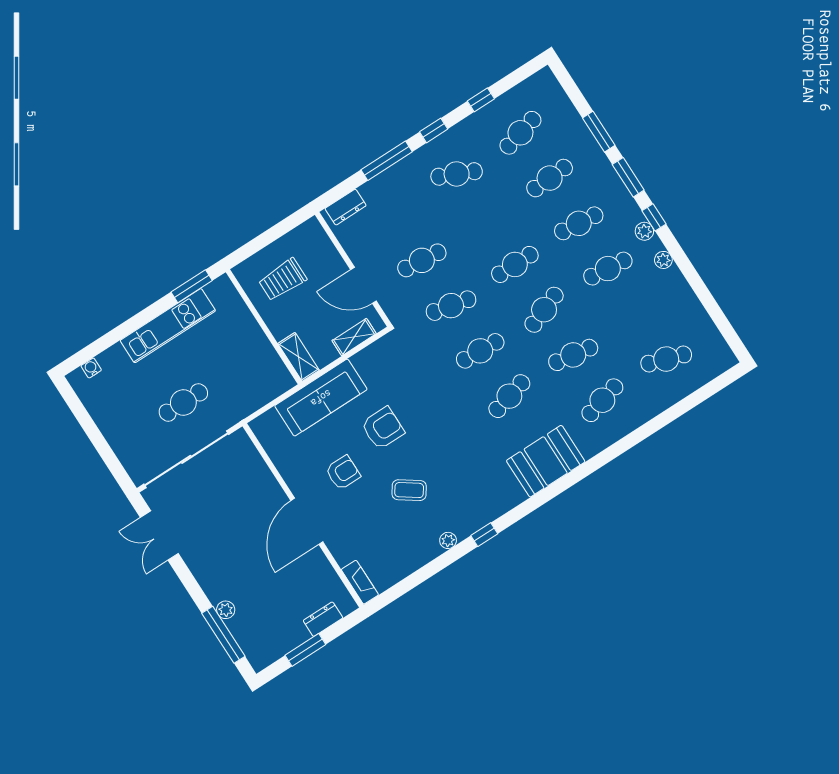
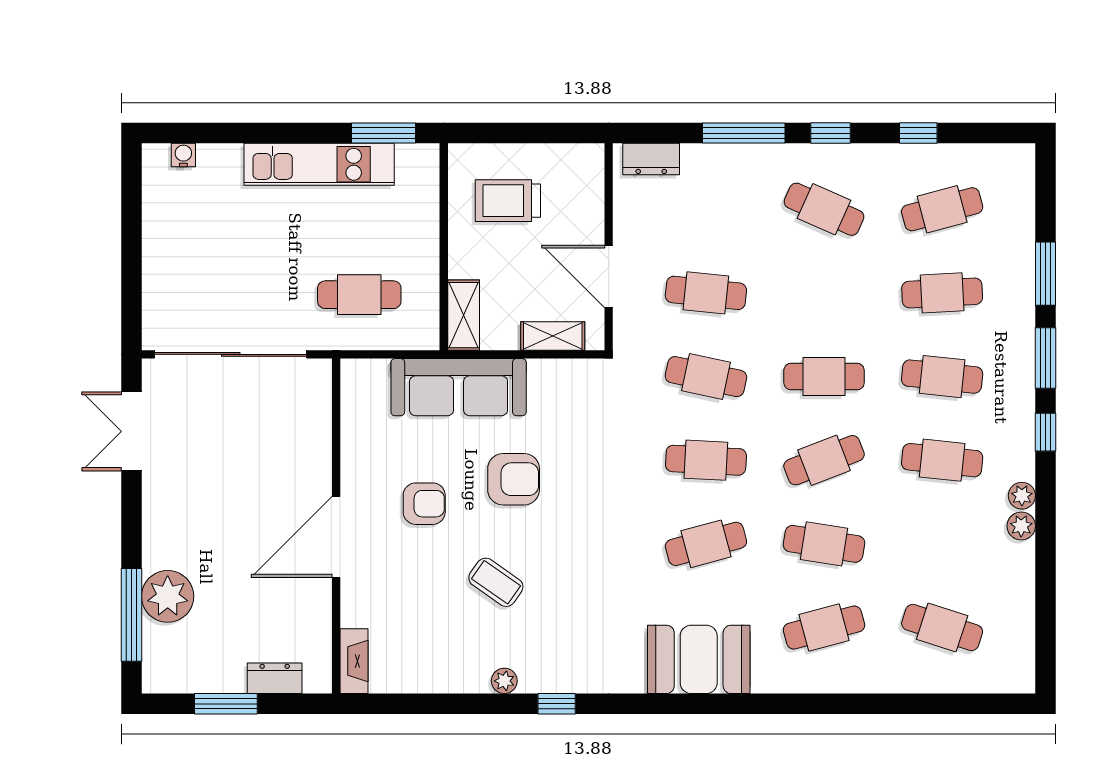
plant: (644, 231) -> (1021, 526), moved
cafe table: (183, 403) -> (359, 295), moved
plant: (226, 610) -> (168, 596), width x1.88, depth x1.88

